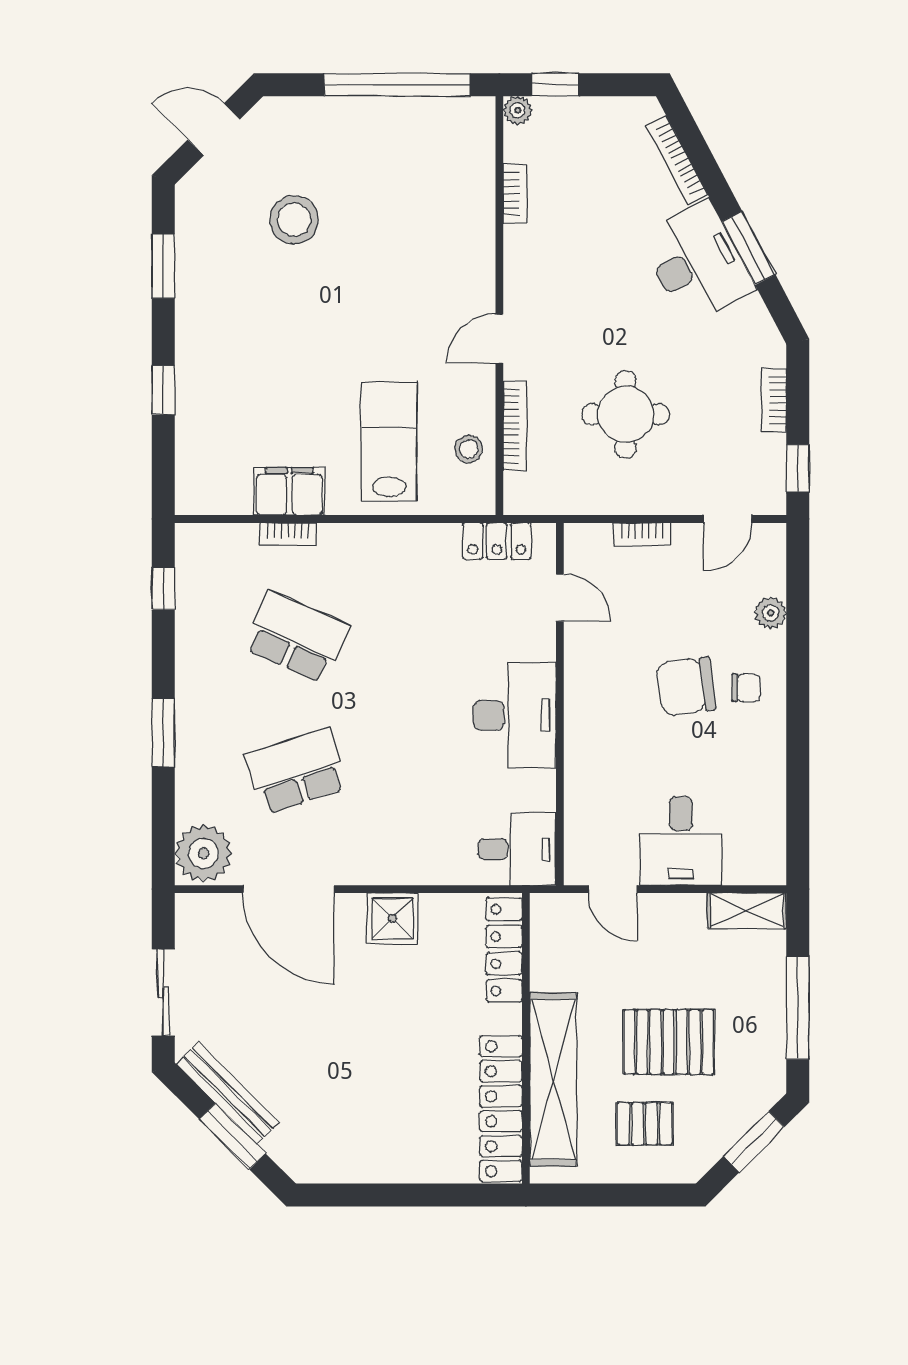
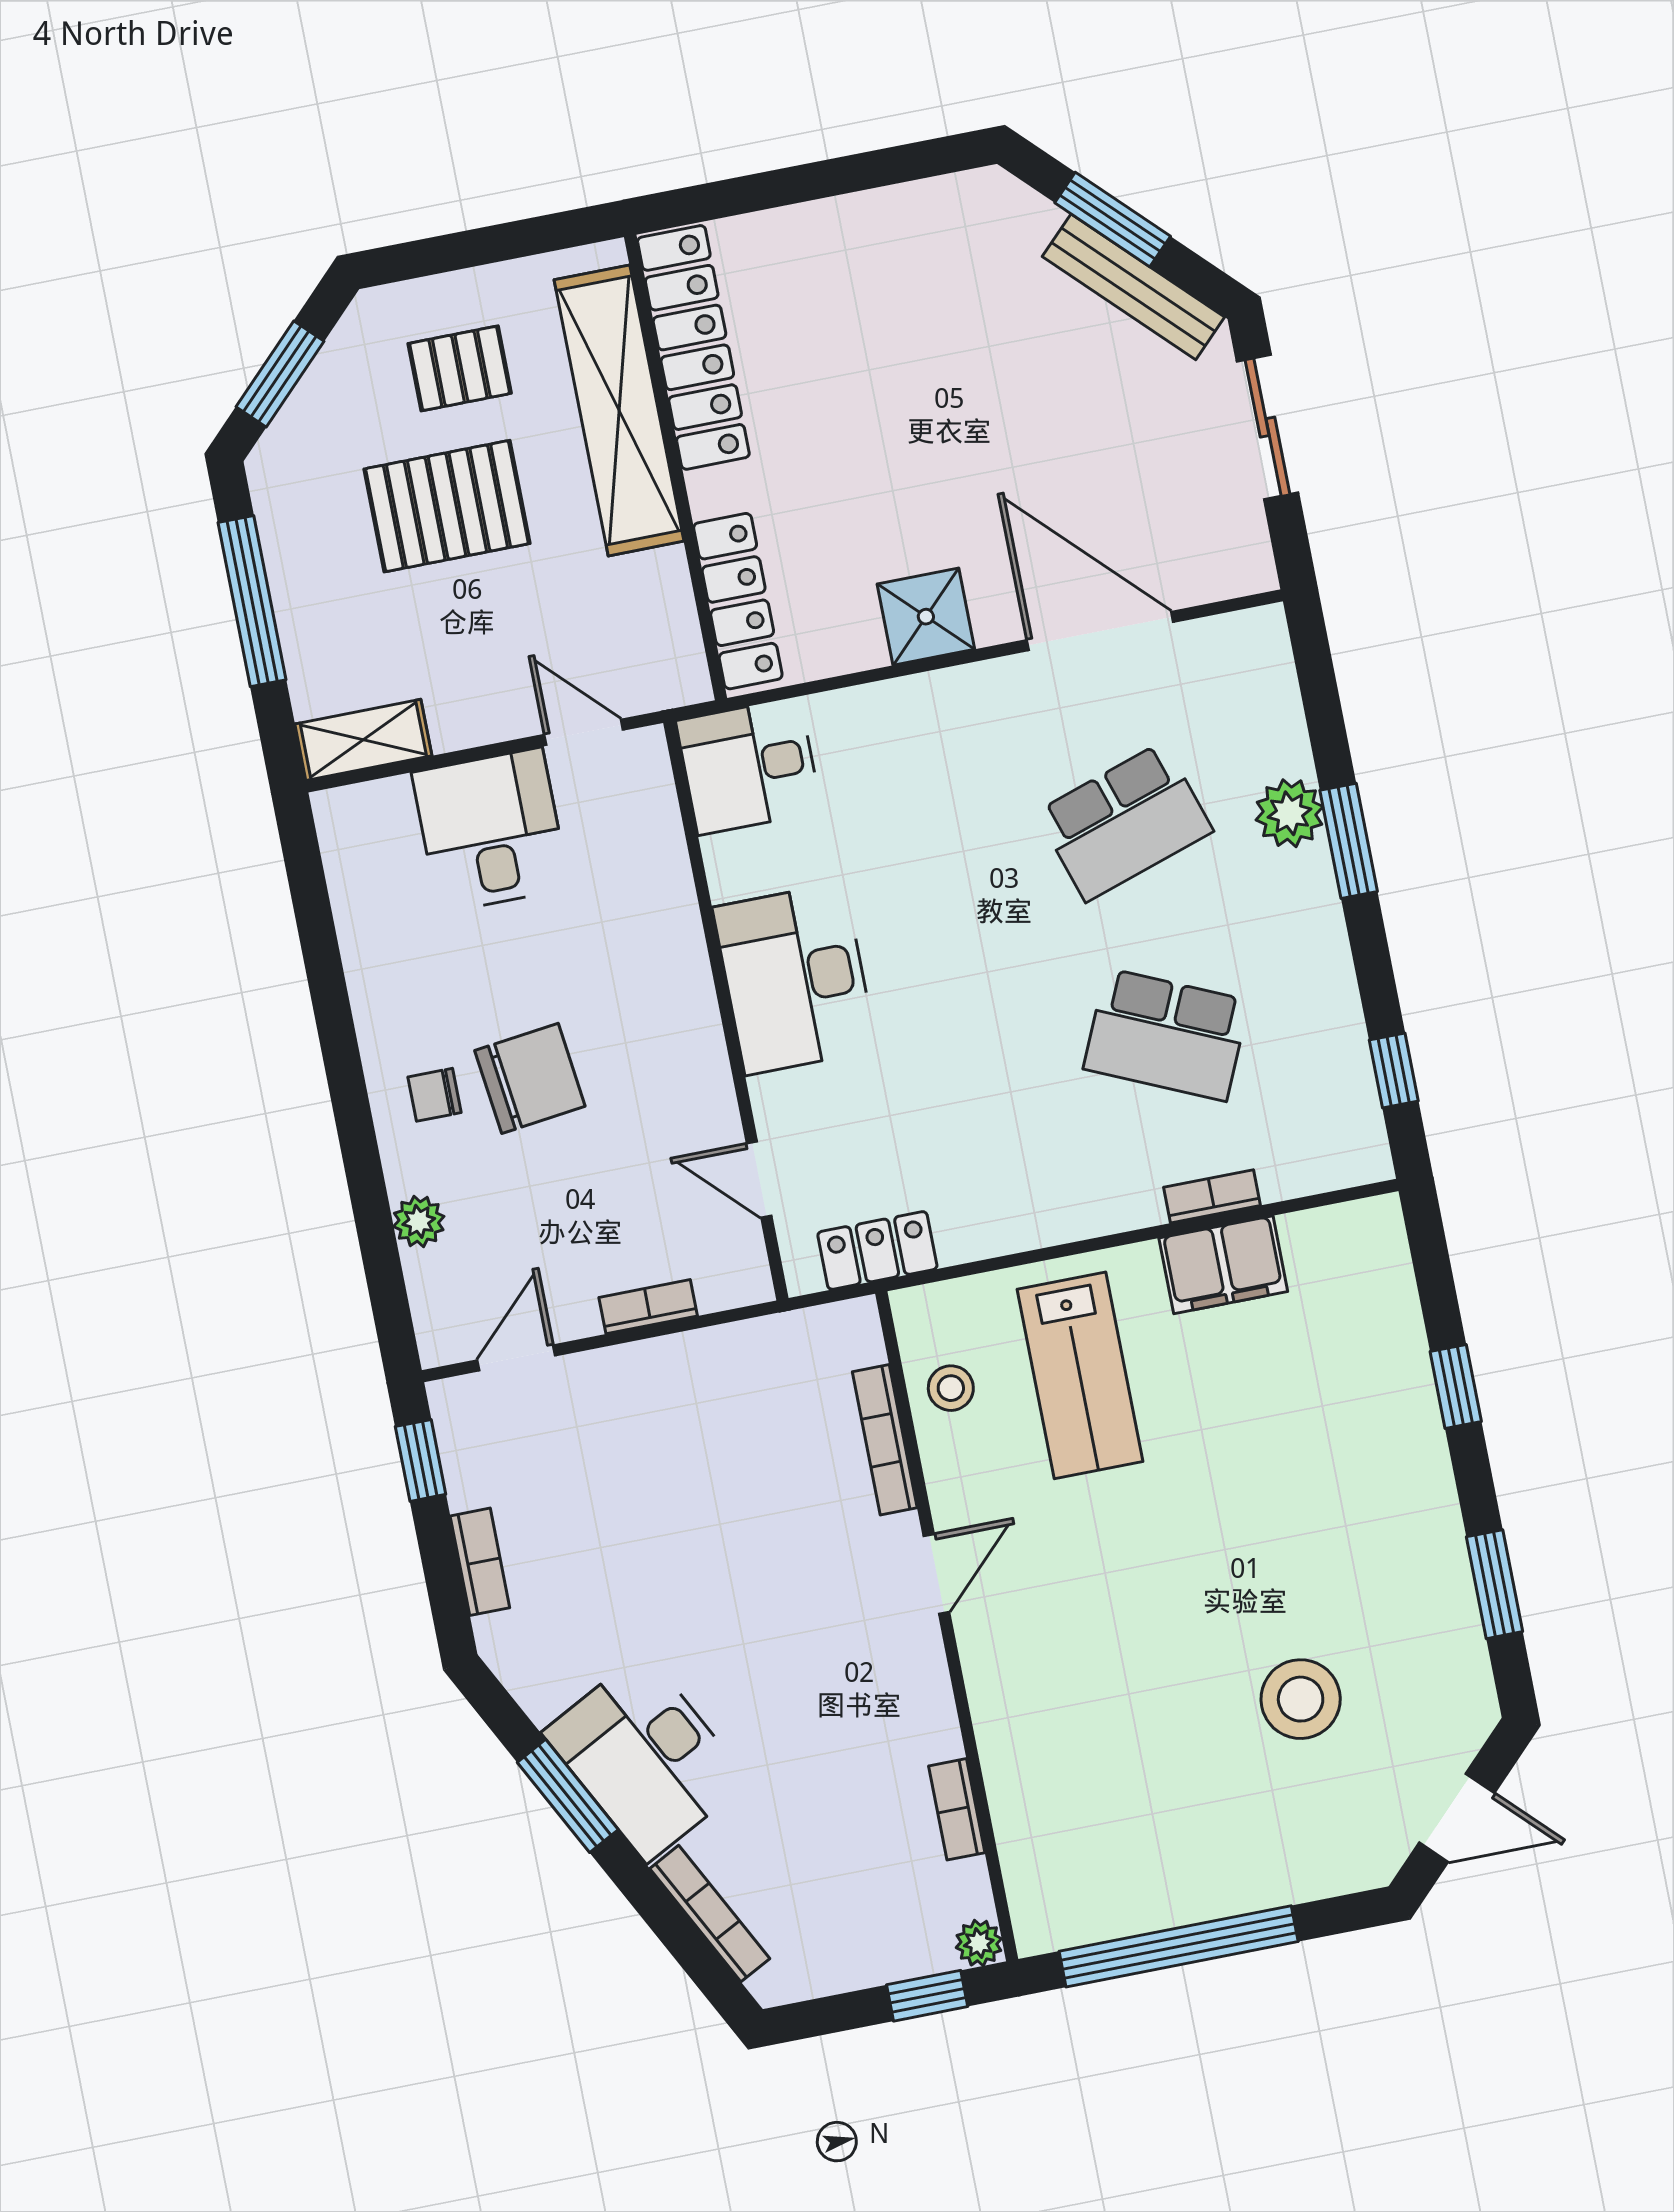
round table: (626, 414) -> (712, 1493), removed
plant: (203, 853) -> (1289, 813), moved, width x0.73, depth x0.73

